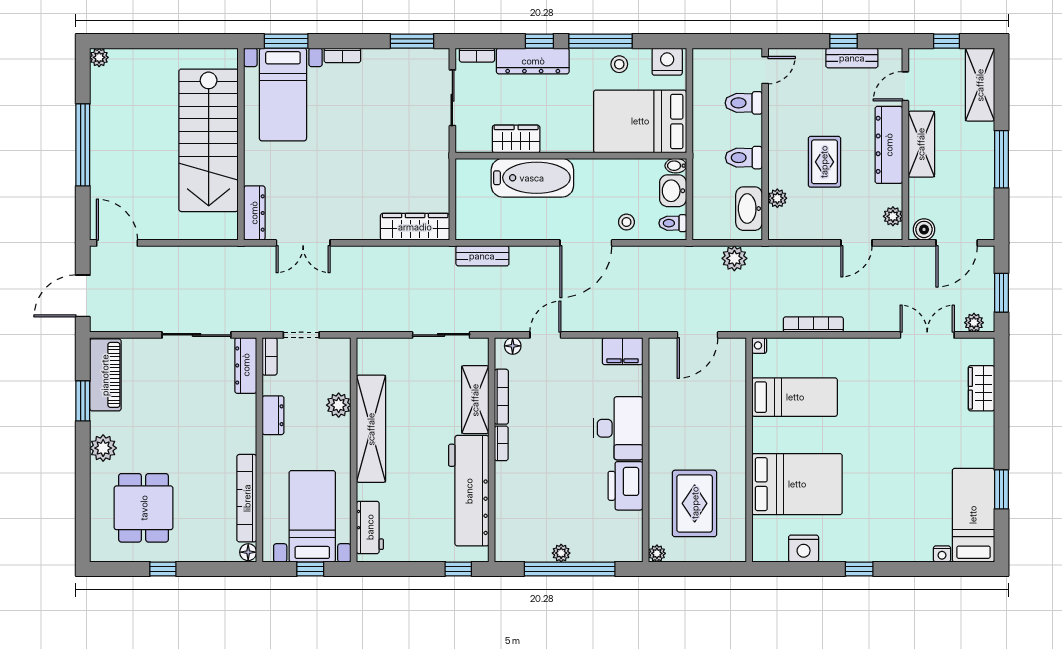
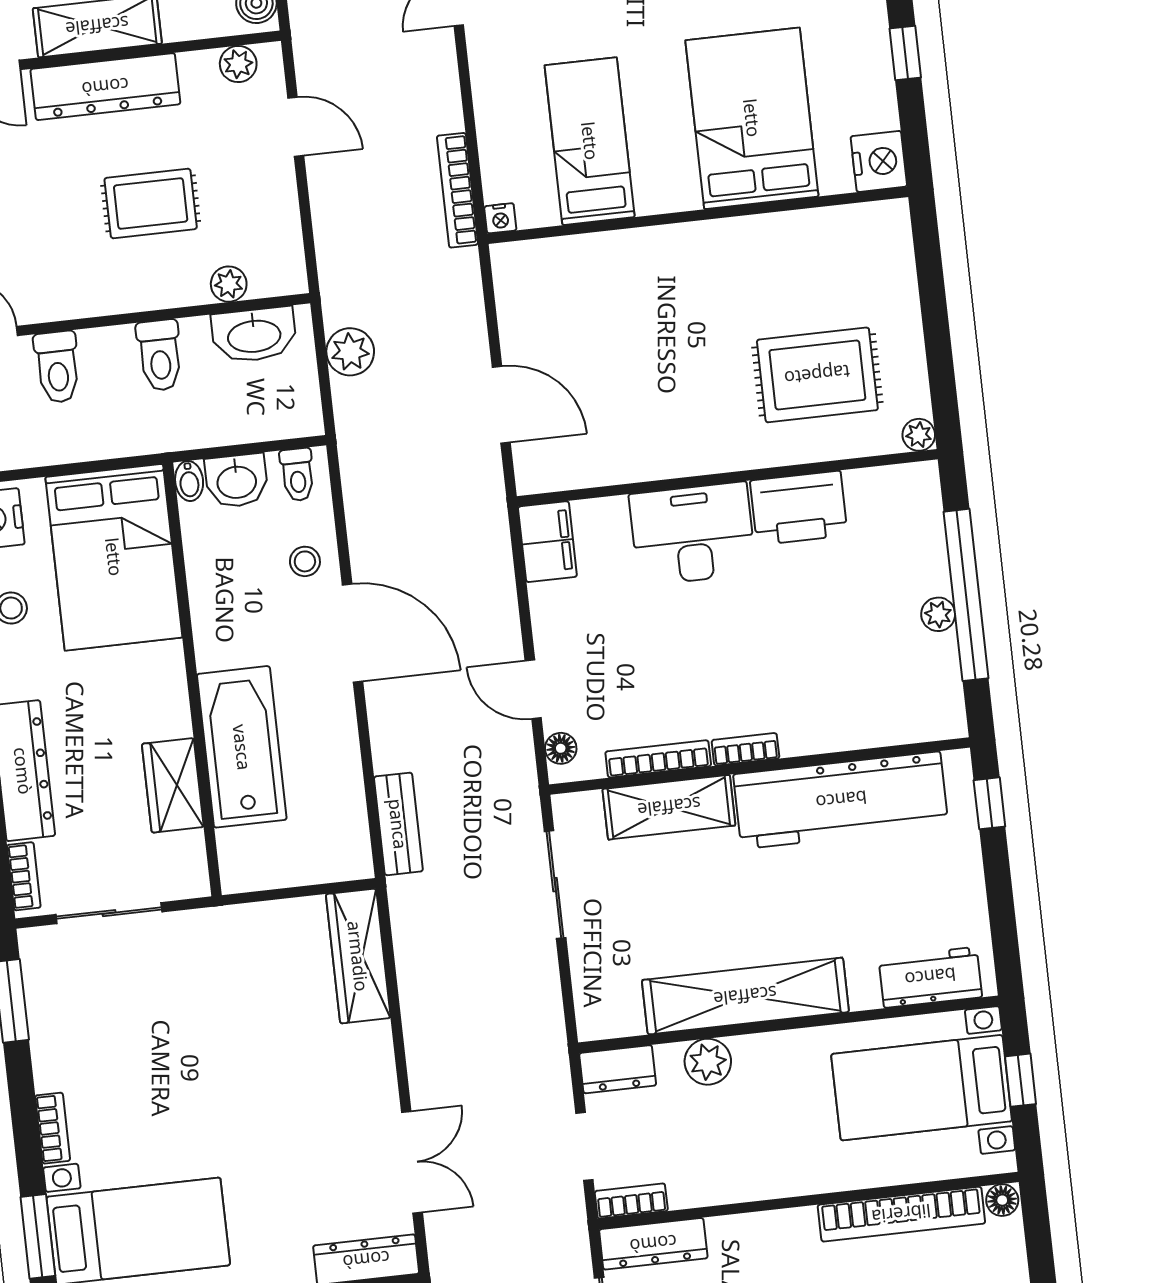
nightstand: (759, 345) -> (500, 218), moved
bed: (795, 397) -> (590, 141), moved
dresser: (273, 415) -> (618, 1069), moved, turned 180
wall: (749, 450) -> (698, 215), moved
bed: (797, 484) -> (752, 118), moved

